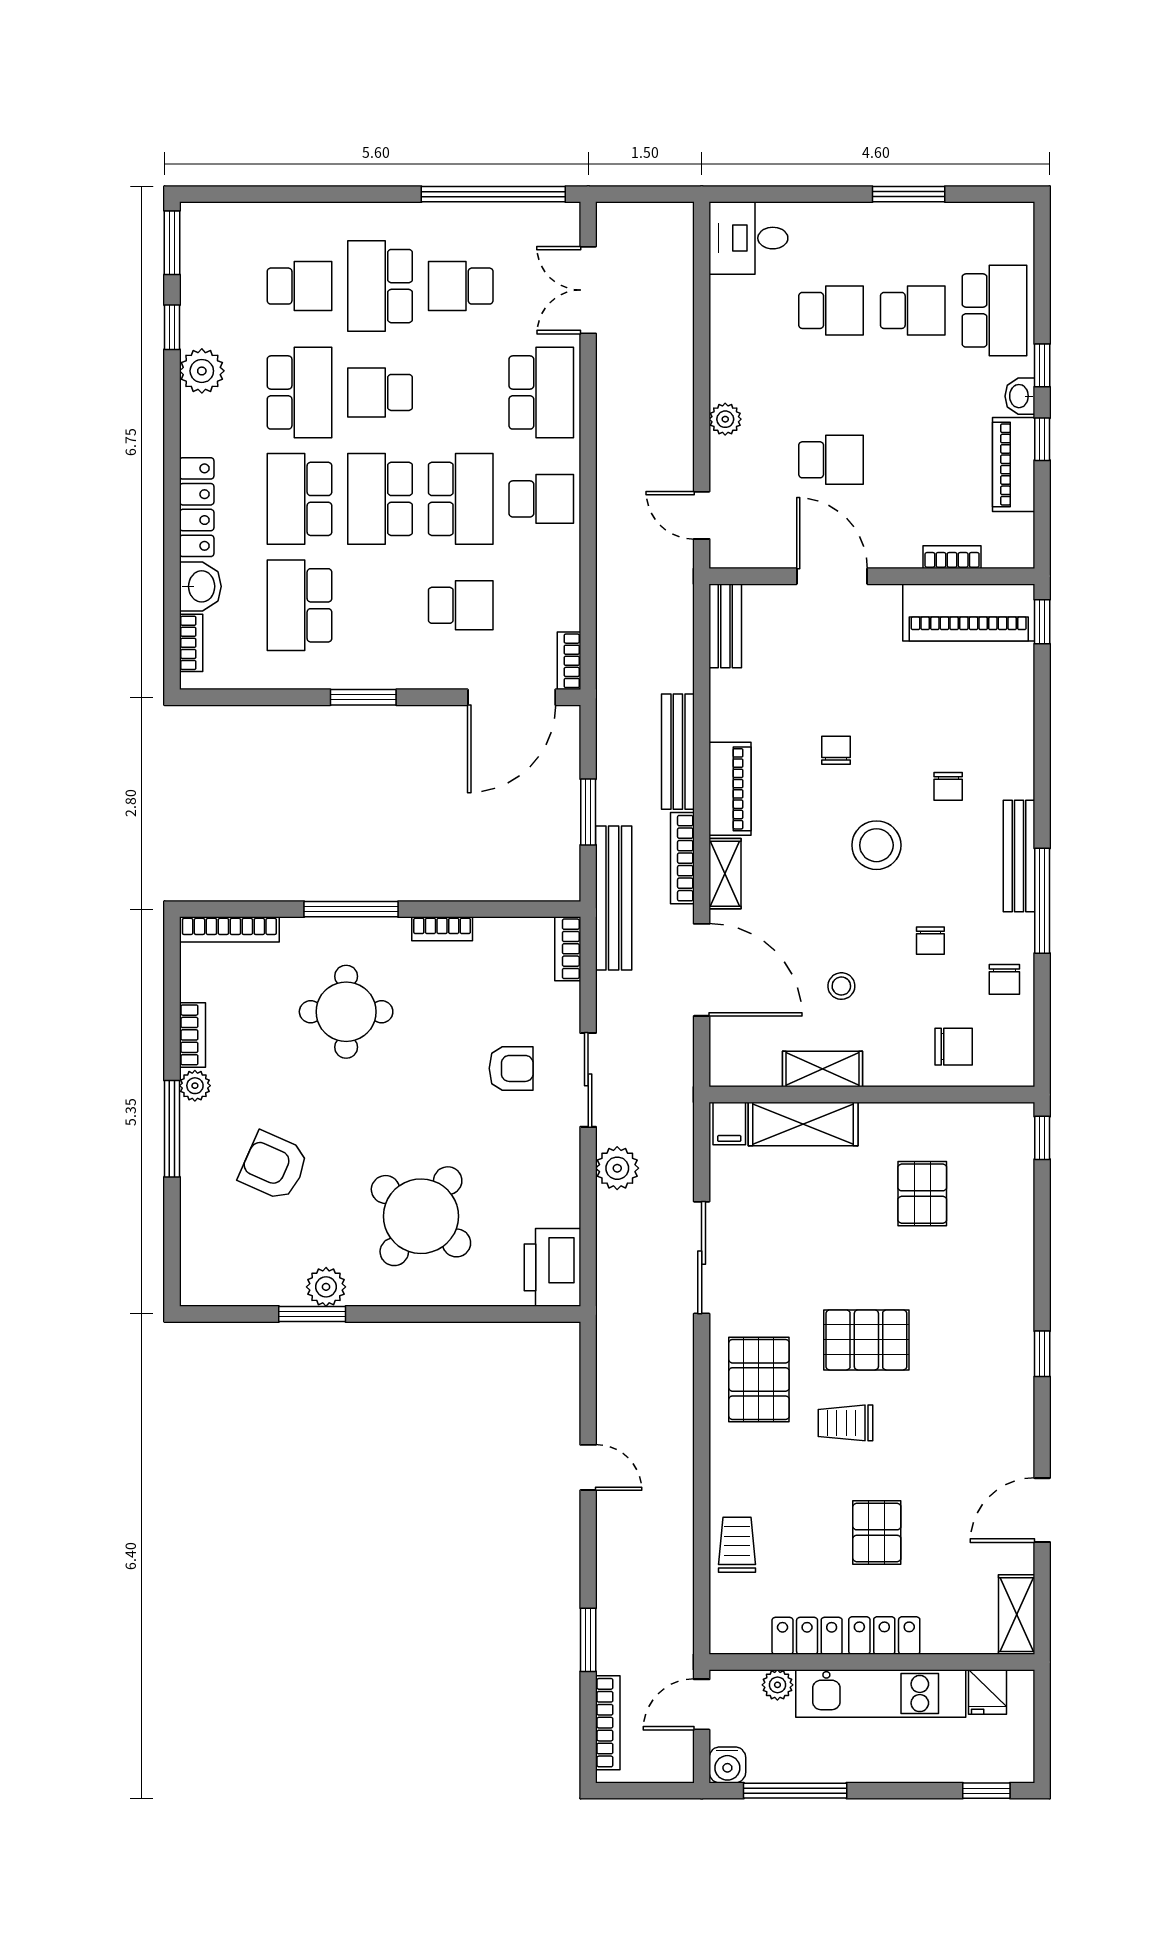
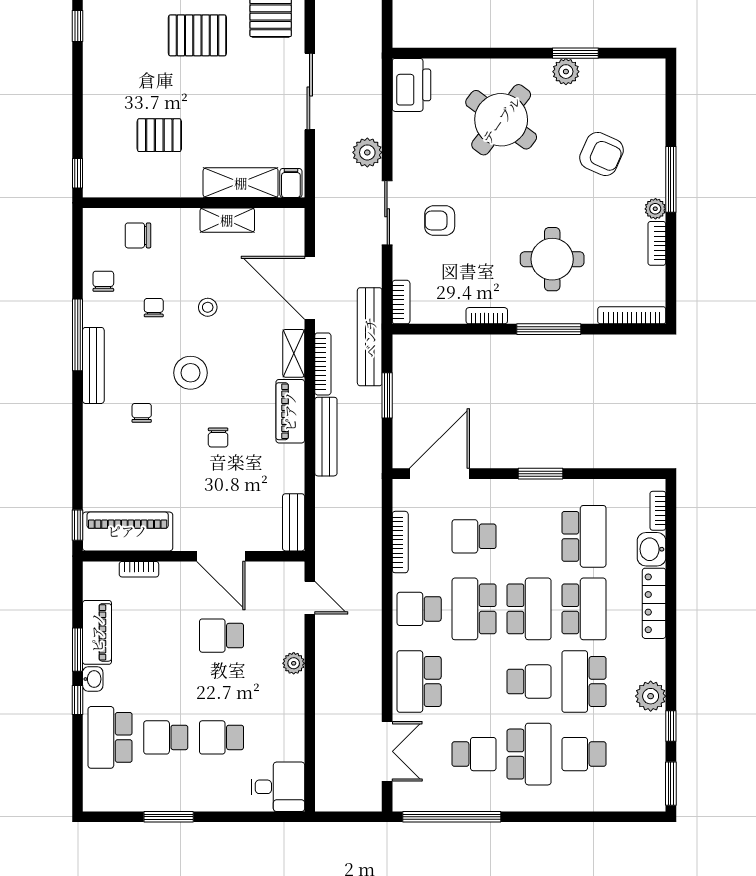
window: (1042, 439) -> (78, 650), width x1.50
bookcase: (569, 661) -> (400, 542), moved, width x1.56
stool: (841, 986) -> (208, 307), moved
pallet: (922, 1194) -> (159, 135), turned 90

